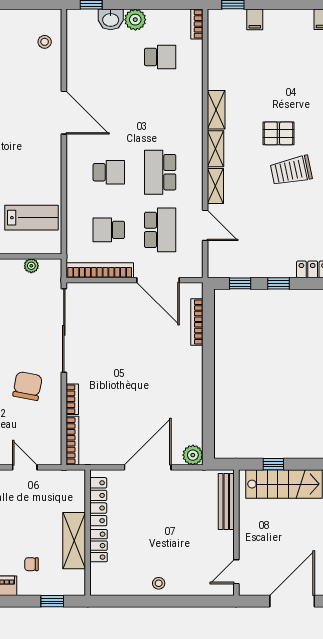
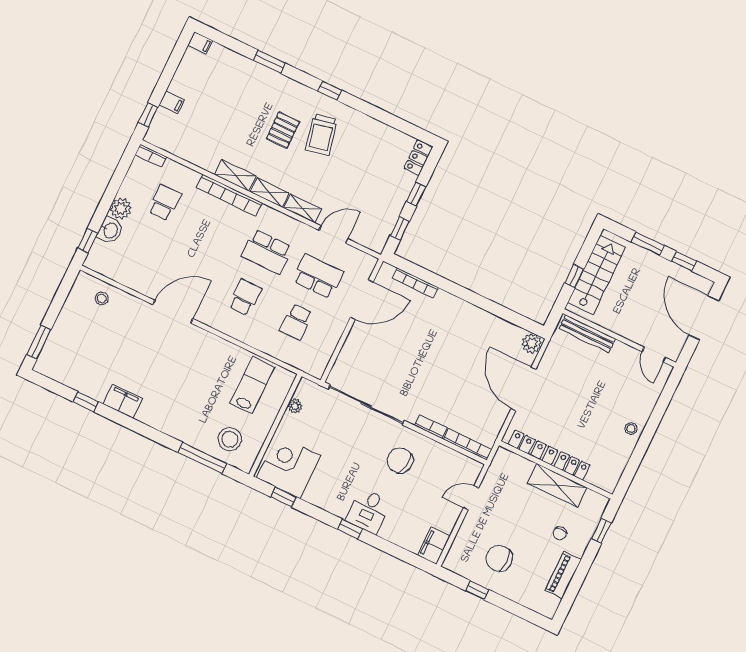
bookcase: (100, 270) -> (229, 195), moved, turned -90

